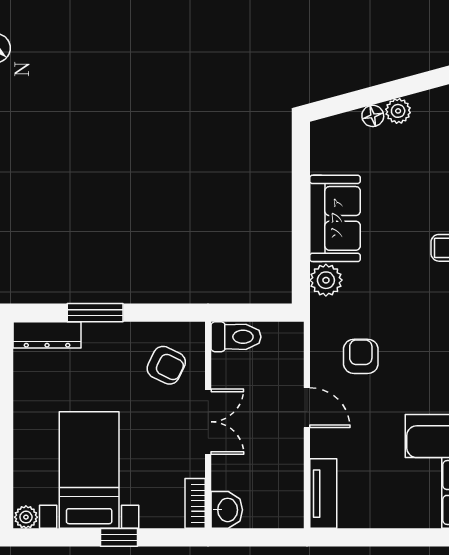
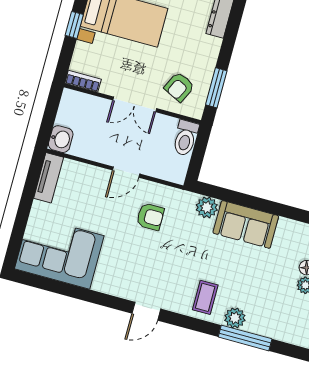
window: (95, 313) -> (216, 88), moved
tv unit: (323, 494) -> (49, 178), moved, turned -90
washbasin: (227, 510) -> (61, 139), moved, turned -90

